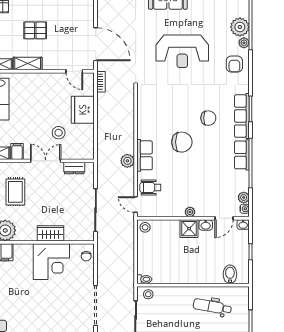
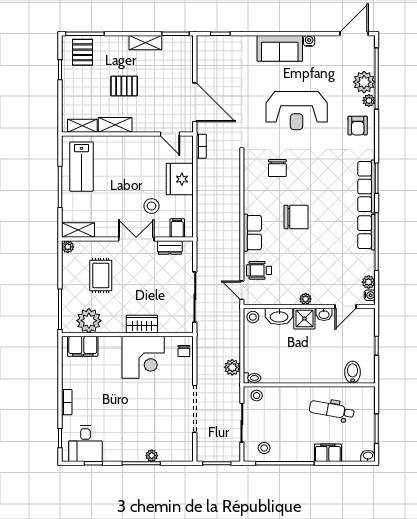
chair: (208, 118) -> (277, 168), moved, turned 90
filing cabinet: (17, 151) -> (177, 228), moved
plant: (127, 161) -> (232, 367), moved
washbasin: (243, 225) -> (279, 316), moved, width x1.91, depth x1.45

